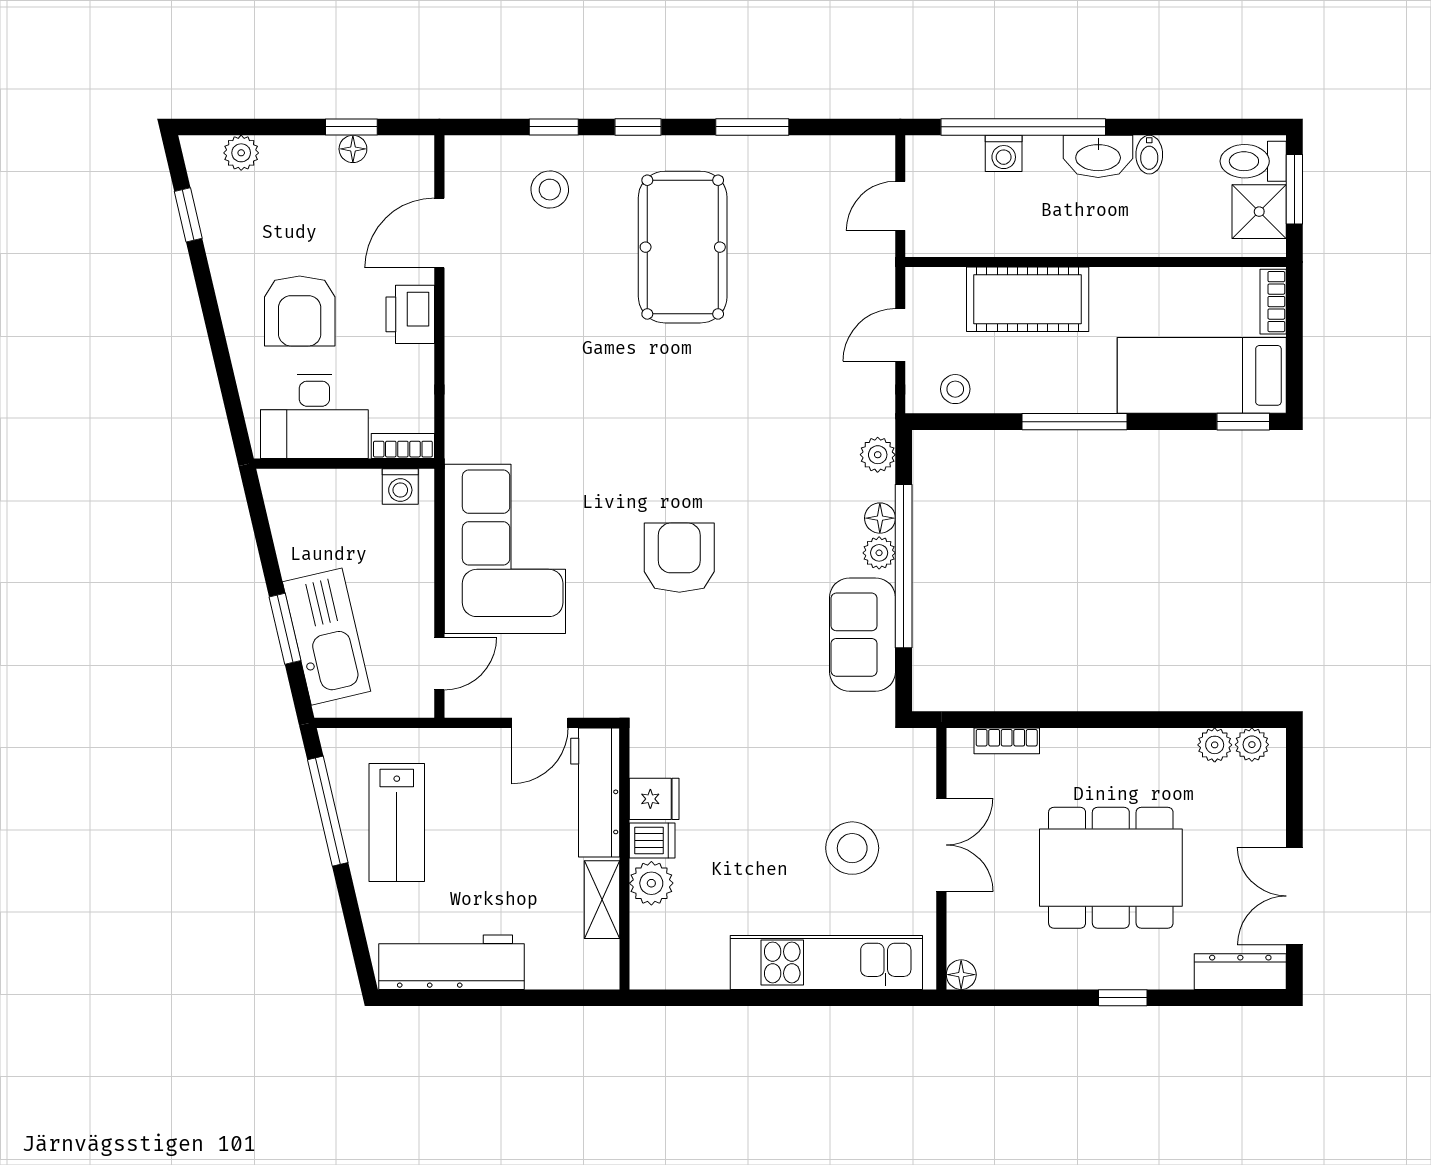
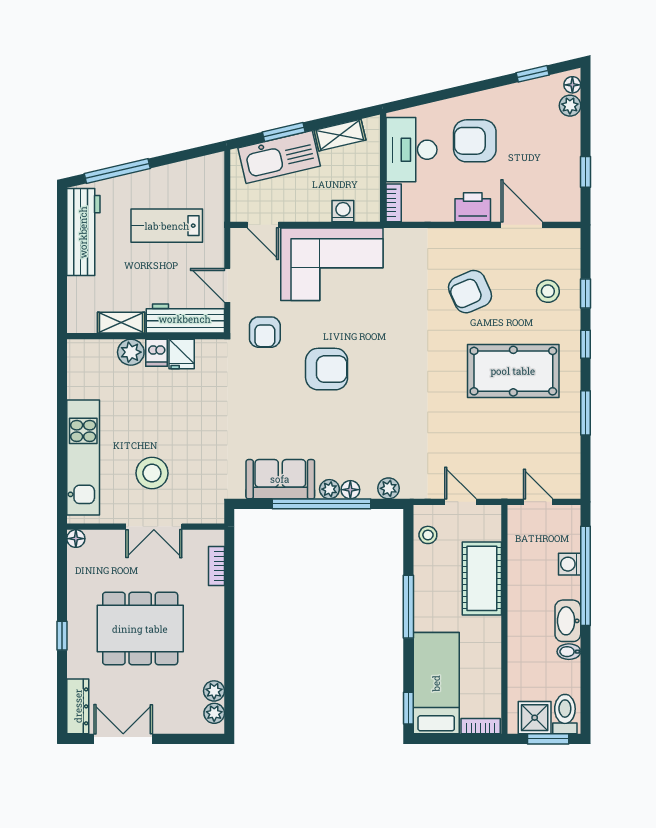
floor lamp: (353, 149) -> (572, 85), moved
armchair: (550, 319) -> (470, 292), added
washing machine: (400, 486) -> (343, 211), moved, turned 90
shelving: (290, 535) -> (340, 135), added
armchair: (618, 660) -> (265, 332), added
window: (328, 811) -> (117, 171), moved
lab bench: (397, 822) -> (167, 226), moved
dining table: (1111, 868) -> (140, 629), turned 90

